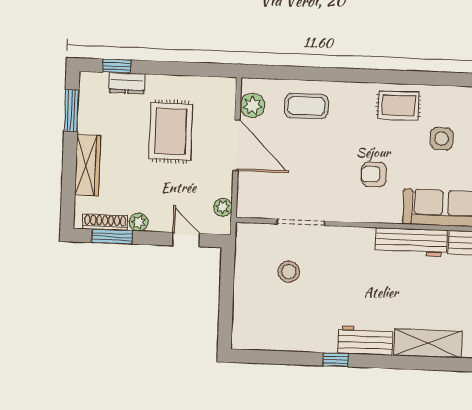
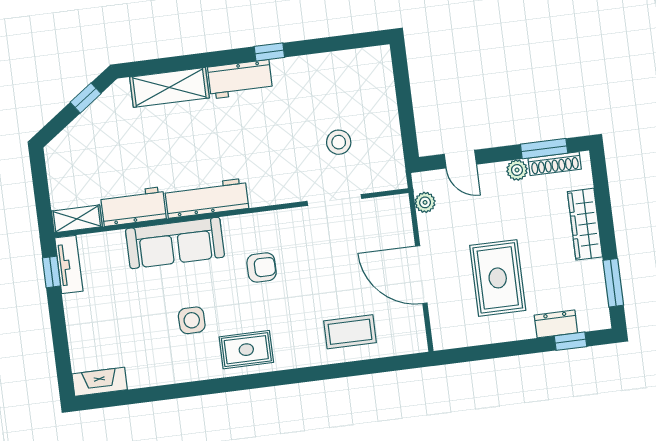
plant: (252, 105) -> (411, 322), removed

